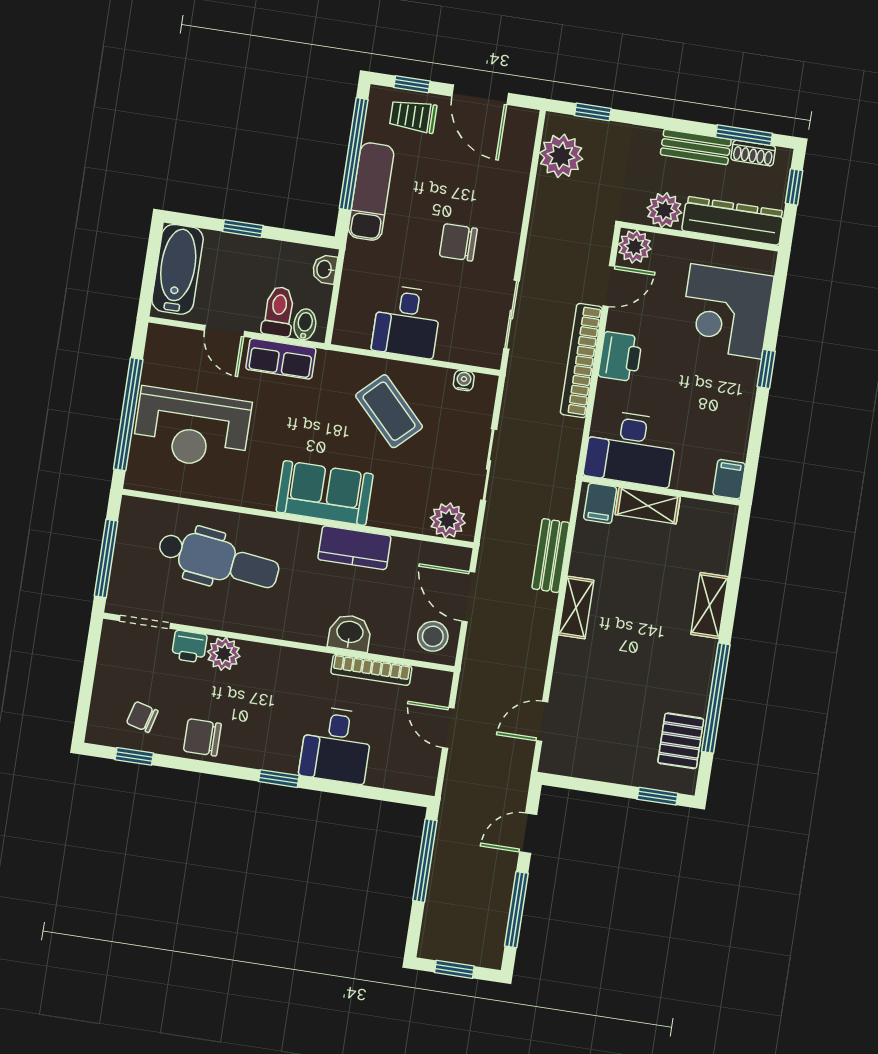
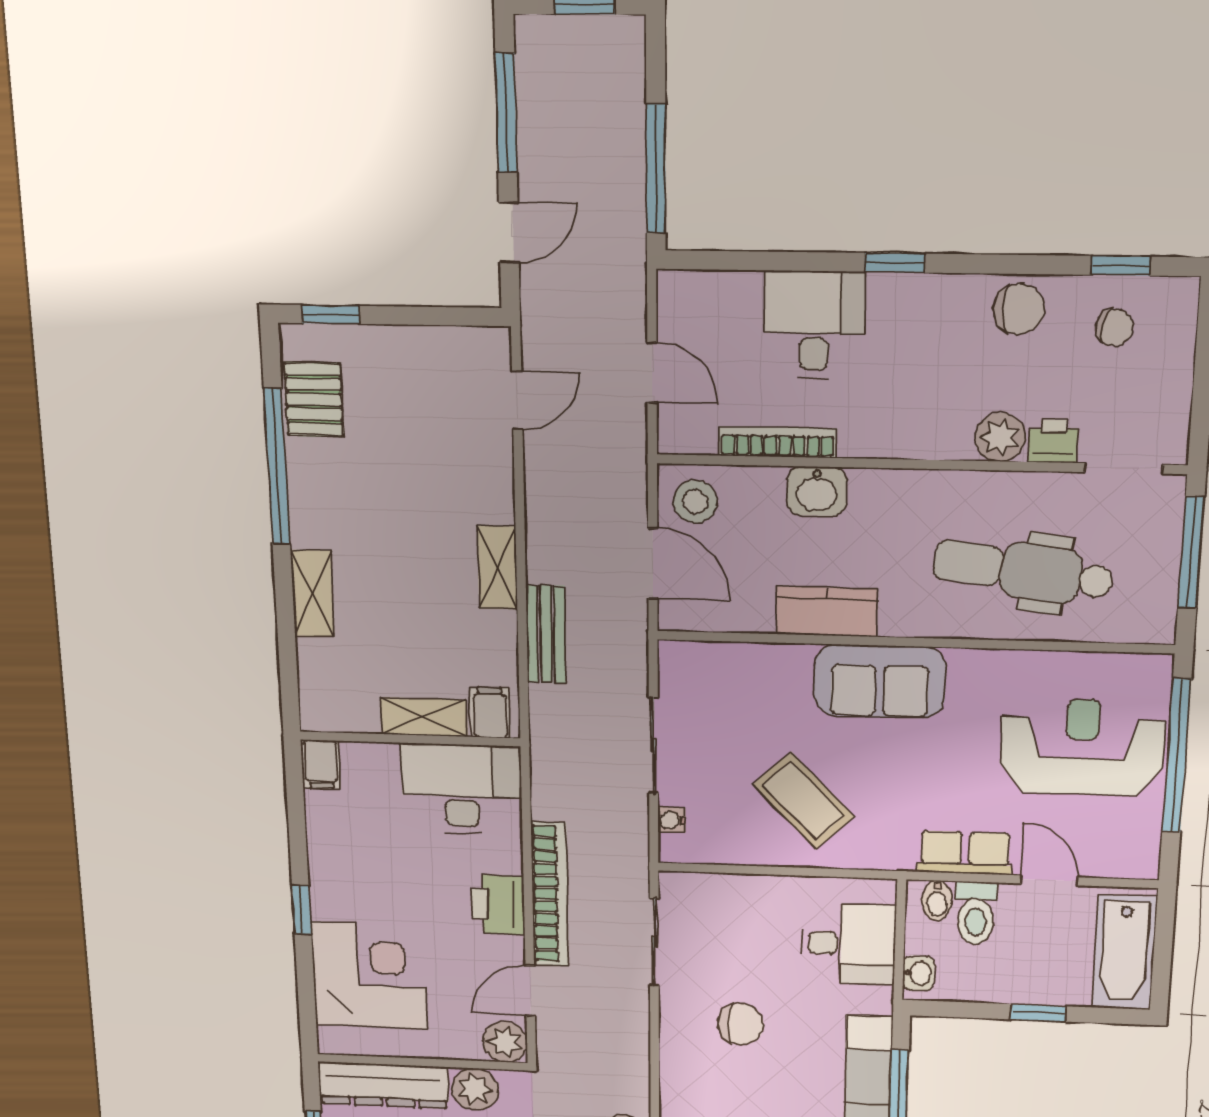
desk: (407, 322) -> (848, 944), moved, turned 90
water cooler: (464, 380) -> (672, 820), moved, turned 90
plant: (448, 520) -> (699, 665), removed

